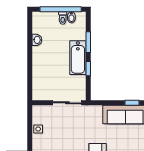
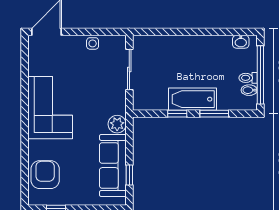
washbasin: (37, 40) -> (241, 42), moved
sliding door: (67, 103) -> (129, 70), moved
plant: (96, 111) -> (117, 124), added

